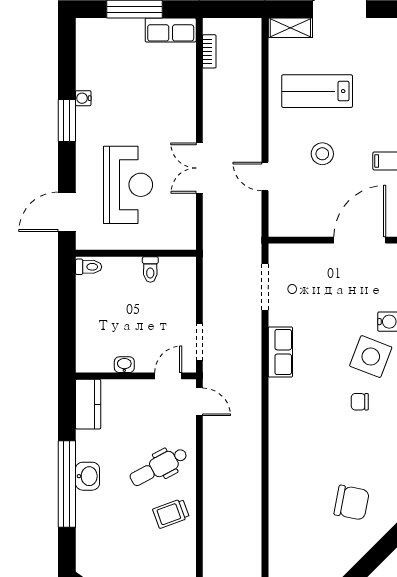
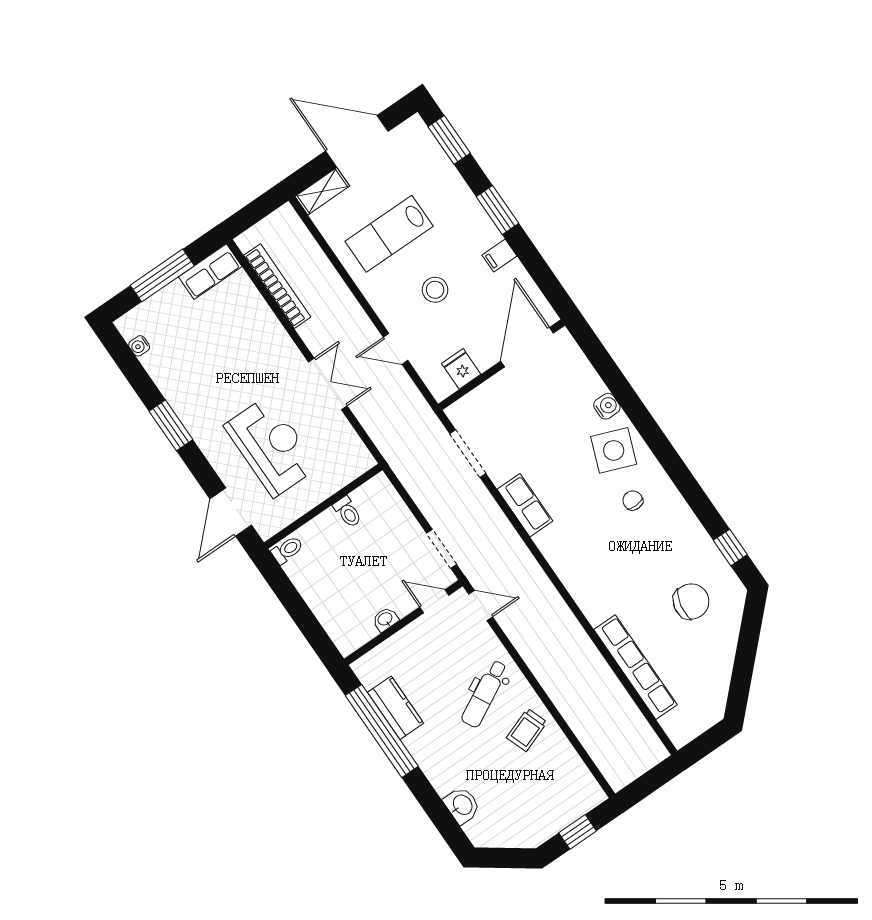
bookcase: (209, 51) -> (277, 286), width x2.31, depth x1.31
water cooler: (83, 98) -> (139, 346), moved
double door: (199, 168) -> (328, 384), swing flipped
fridge: (302, 223) -> (461, 369), added
door: (168, 376) -> (434, 601), hinge flipped
chair: (360, 402) -> (633, 500), turned 88
kitchen counter: (88, 404) -> (396, 708), moved
washbasin: (88, 476) -> (462, 805), moved
window: (67, 484) -> (382, 731), moved
row of seats: (280, 522) -> (636, 667), added

